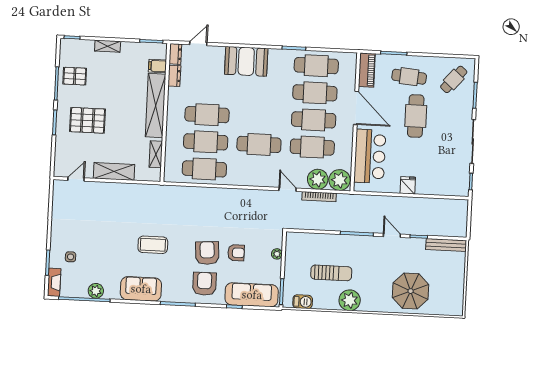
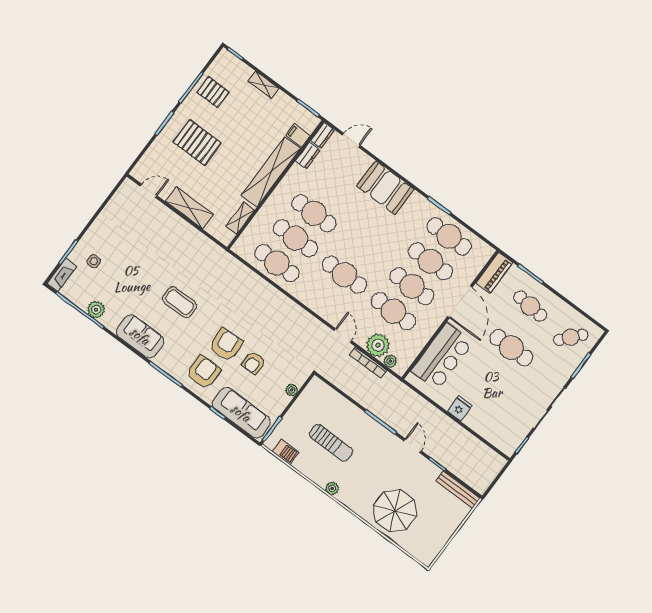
cafe table: (416, 116) -> (511, 348), turned 90
plant: (339, 180) -> (390, 361), width x0.53, depth x0.53
armchair: (236, 253) -> (254, 363), turned 90
plant: (350, 300) -> (332, 488), width x0.53, depth x0.53

